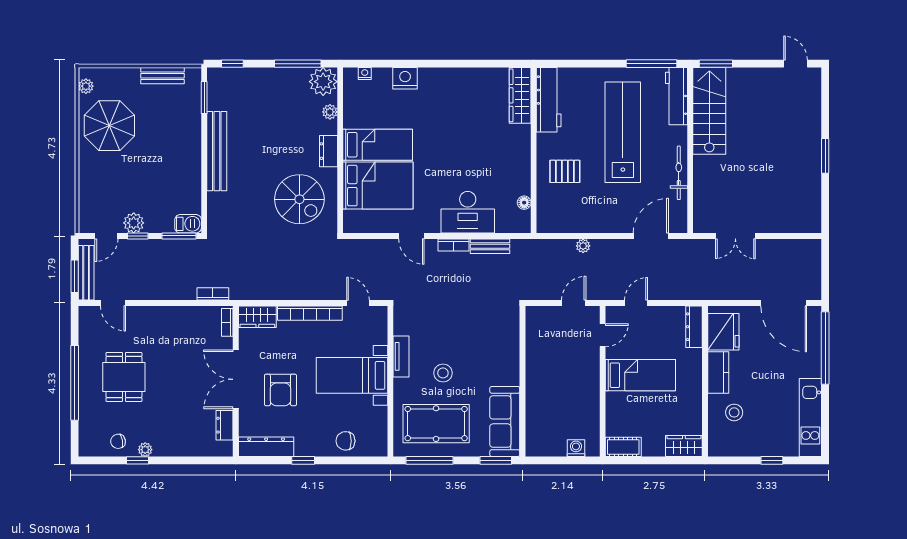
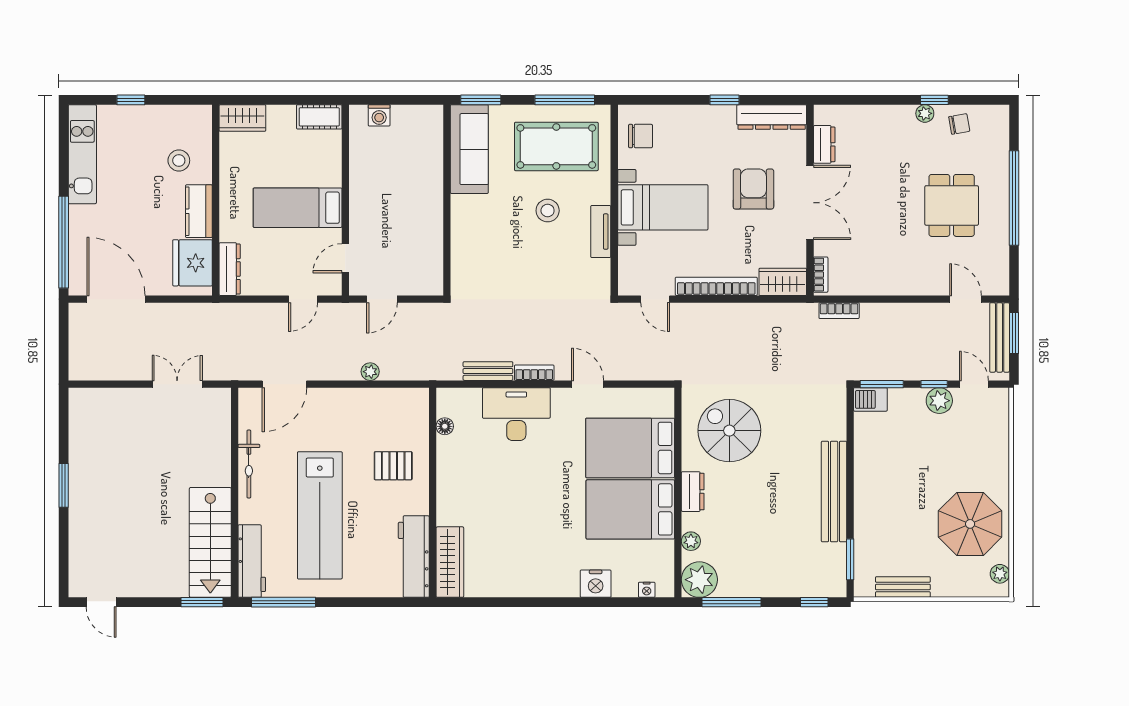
bed: (378, 145) -> (630, 509), width x1.50
door: (106, 236) -> (974, 384), hinge flipped
chair: (345, 441) -> (641, 136), moved

